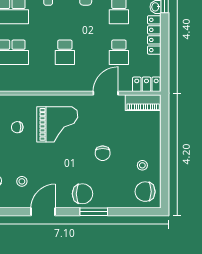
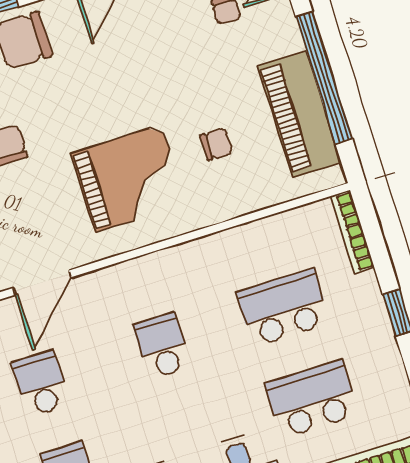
grand piano: (57, 124) -> (129, 179), turned 180
stool: (22, 181) -> (168, 26), removed

